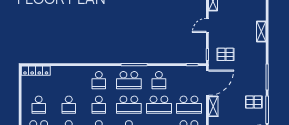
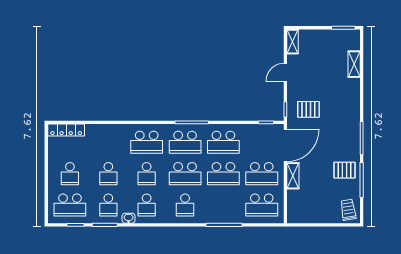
shelving: (261, 31) -> (354, 64), moved
school desk: (99, 80) -> (147, 142), width x1.85
school desk: (159, 80) -> (223, 142), width x1.85

